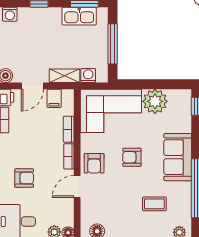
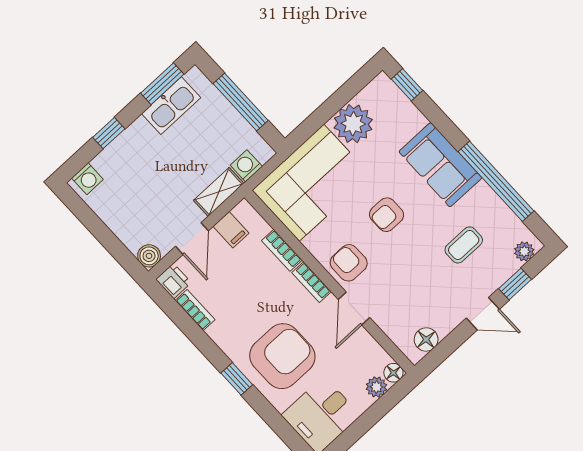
armchair: (94, 163) -> (349, 263), turned 180
armchair: (24, 178) -> (282, 356), width x1.88, depth x1.88

